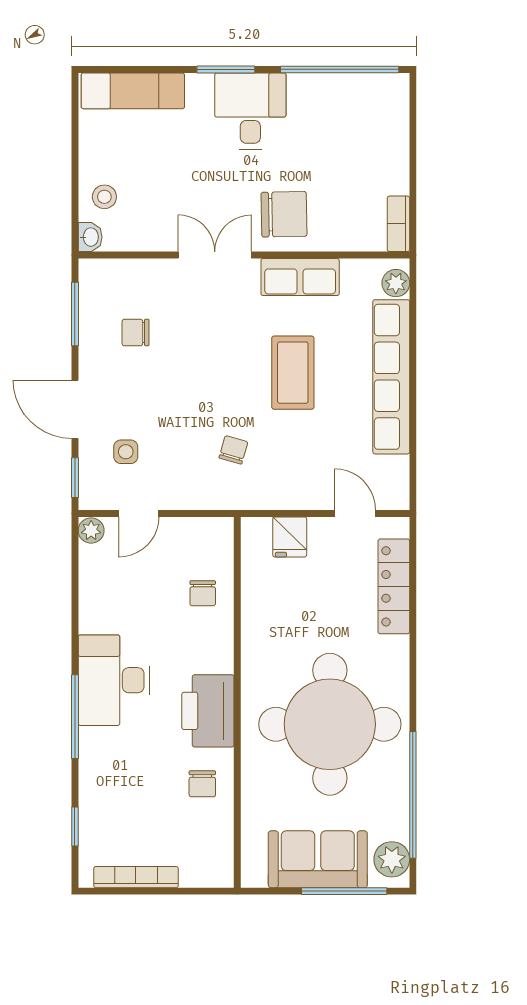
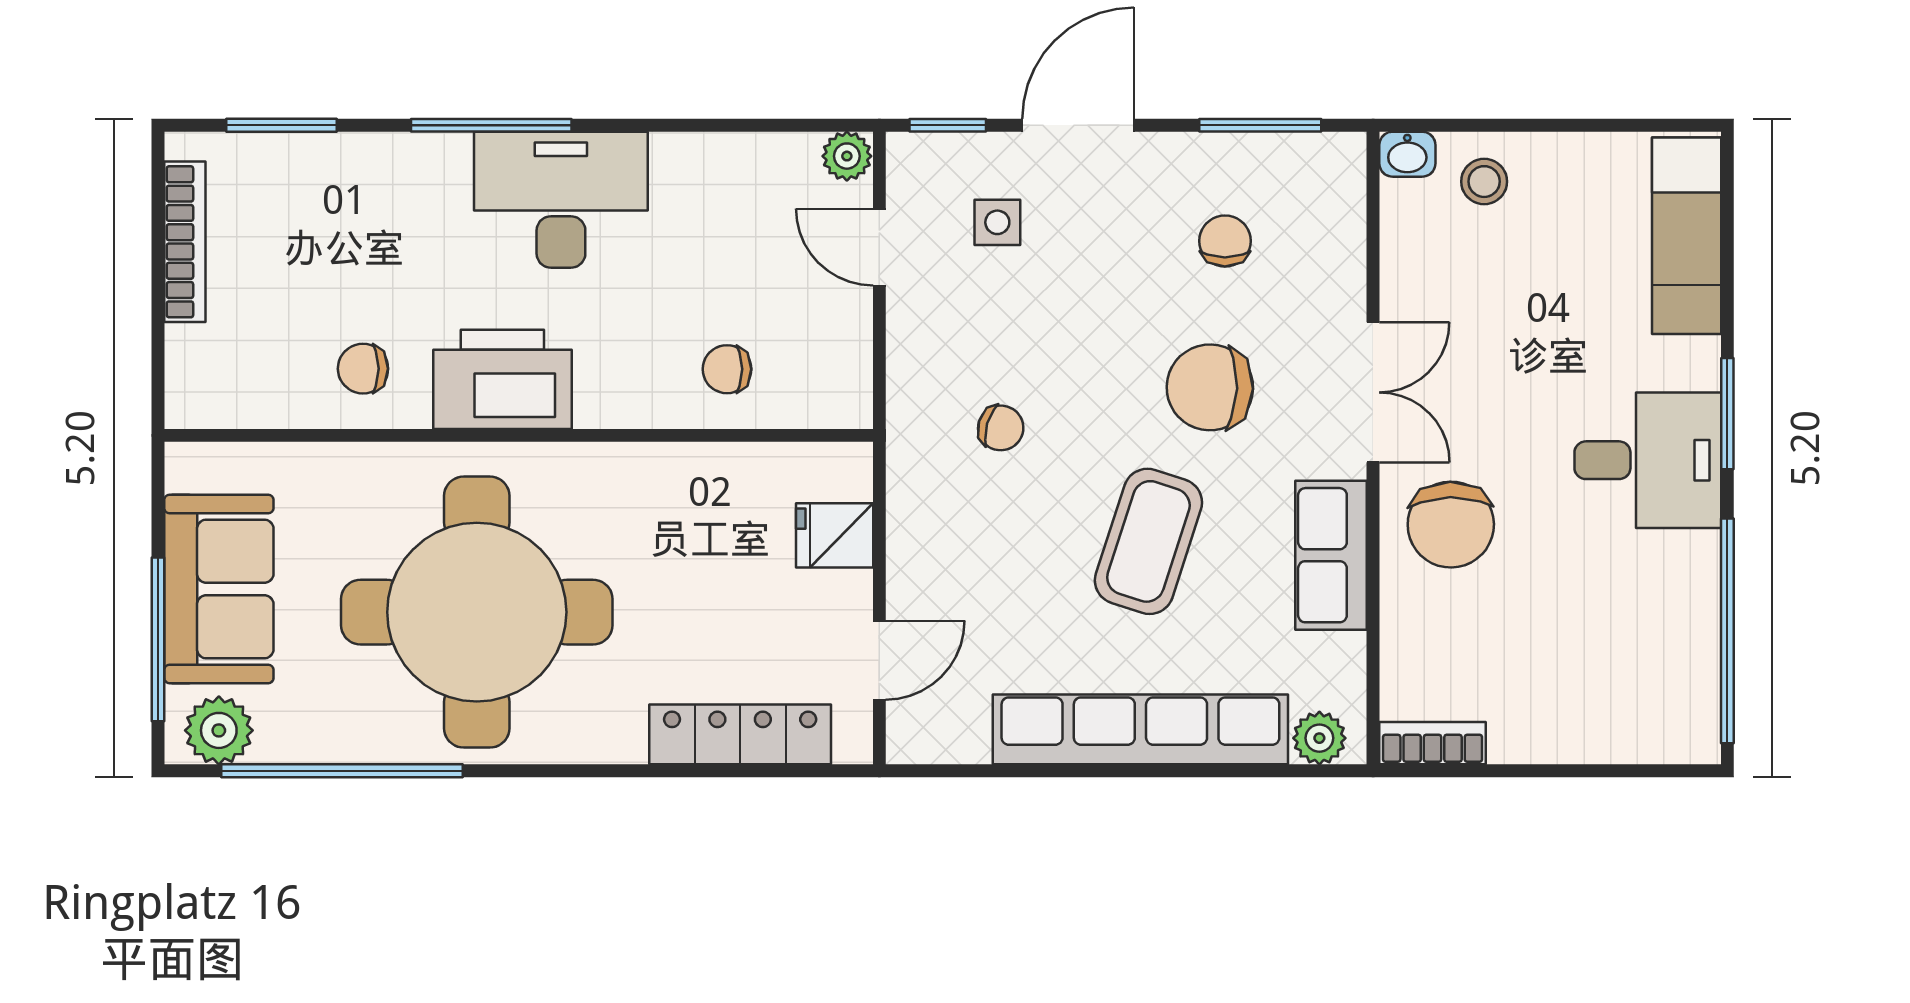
chair: (212, 340) -> (1210, 387), added
coffee table: (293, 373) -> (1148, 541), turned -72
window: (75, 827) -> (281, 125), width x1.50

